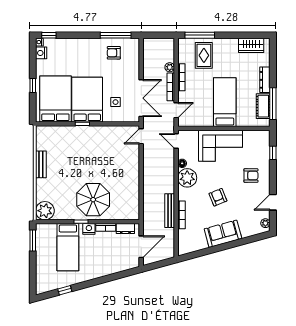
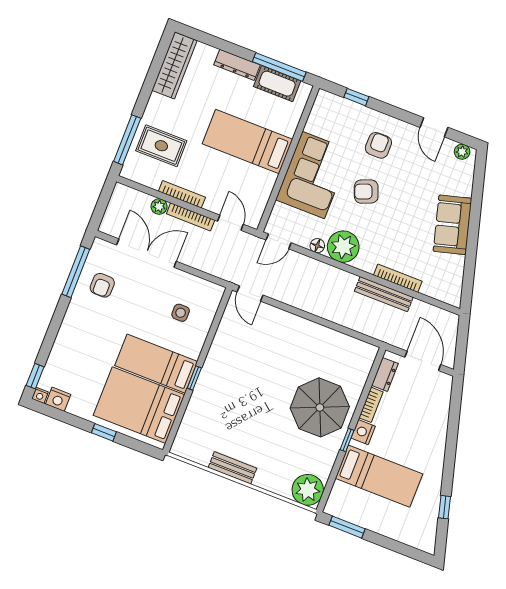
wardrobe: (251, 45) -> (174, 66), width x1.50
double door: (141, 98) -> (146, 253), moved
bed: (87, 100) -> (156, 364), width x0.67
armchair: (218, 197) -> (366, 192), moved

